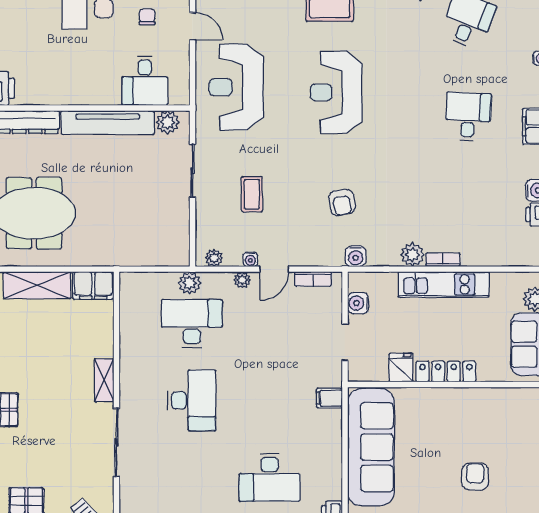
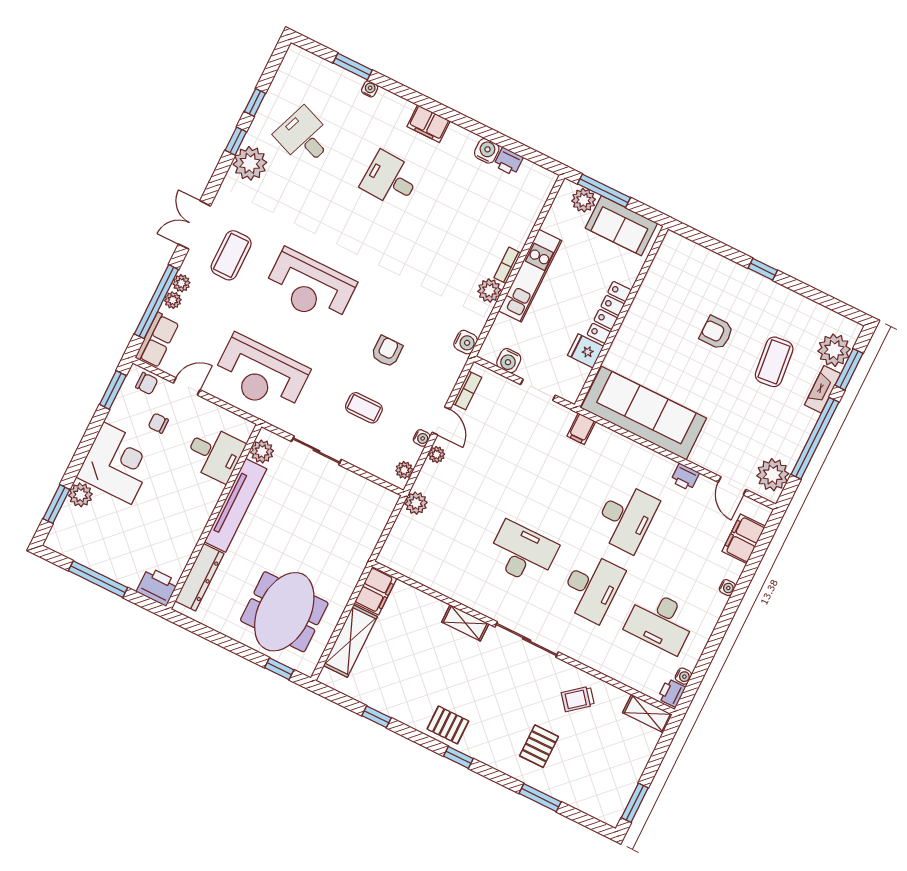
armchair: (342, 202) -> (387, 351), moved, turned -81
desk: (192, 323) -> (591, 587), moved, turned 180

